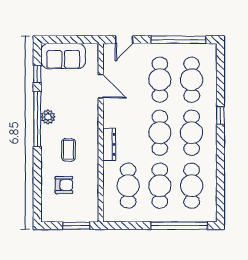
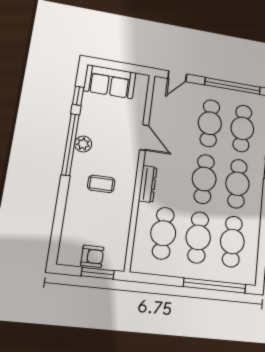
door: (101, 86) -> (144, 138), moved
coffee table: (68, 150) -> (101, 184), turned 90
armchair: (64, 185) -> (92, 256), moved

